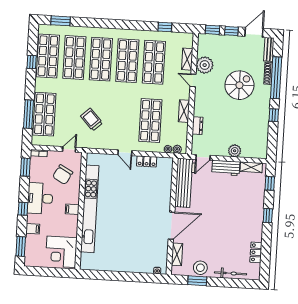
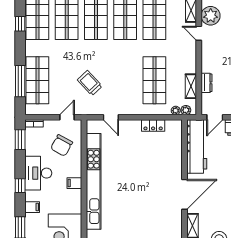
shelving: (184, 111) -> (191, 86), moved
door: (125, 153) -> (111, 117), moved

